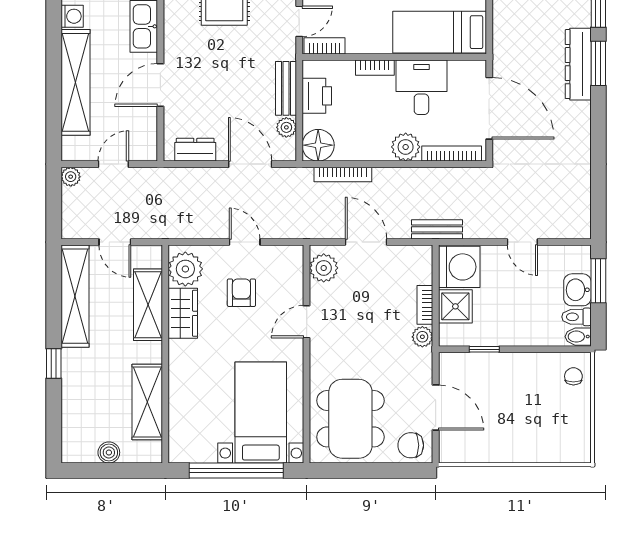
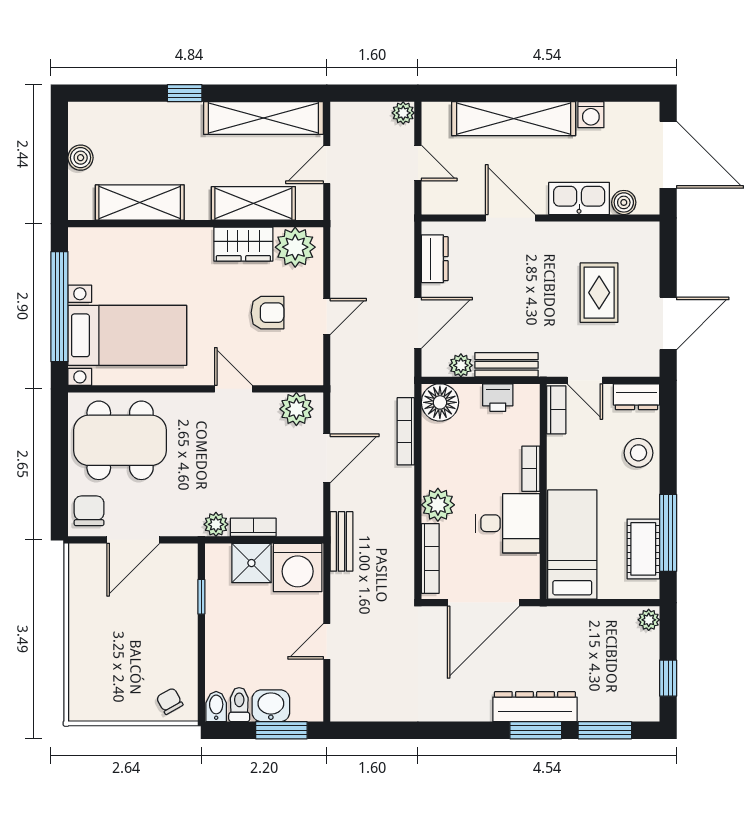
printer: (317, 96) -> (498, 398), width x0.73, depth x0.81
chair: (573, 376) -> (170, 701), turned -119

